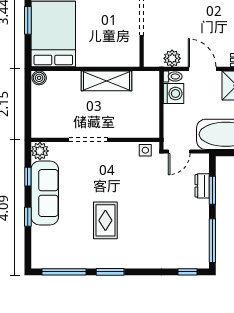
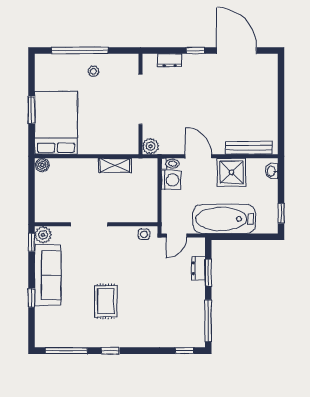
plant: (172, 58) -> (151, 146), moved
shelving: (106, 81) -> (115, 165), width x0.67, depth x0.75
window: (28, 177) -> (32, 242), moved
window: (110, 272) -> (110, 351), width x0.67

